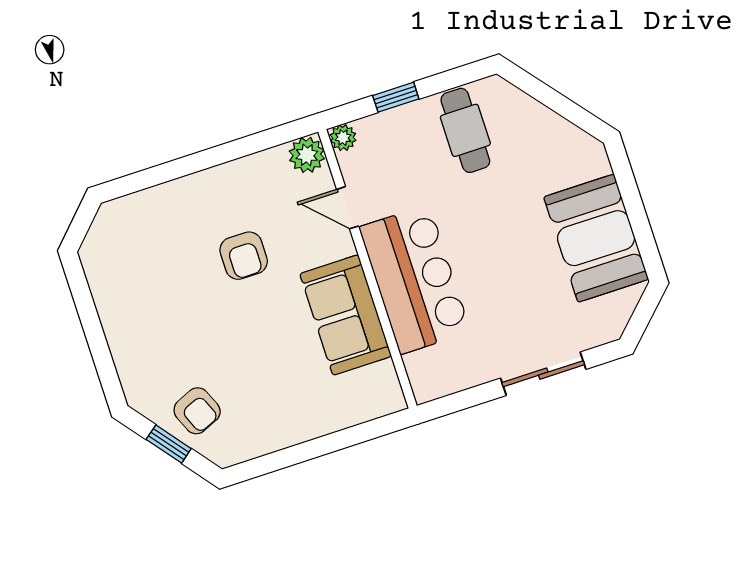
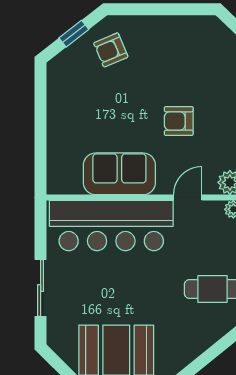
bar counter: (415, 279) -> (111, 225), width x1.36
armchair: (197, 411) -> (111, 50), moved

